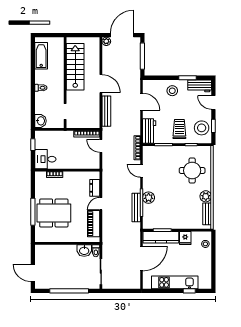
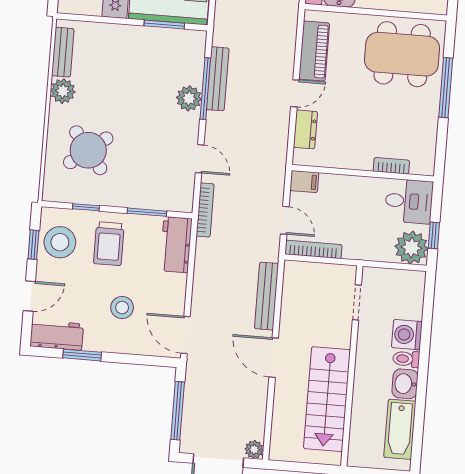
stool: (172, 91) -> (122, 307), moved
washing machine: (41, 99) -> (407, 335), added
door: (141, 102) -> (185, 335), moved
door: (213, 102) -> (29, 296), hinge flipped
washbasin: (41, 121) -> (405, 384), moved
plant: (43, 138) -> (411, 248), added
filing cabinet: (93, 164) -> (304, 182), added
round table: (192, 171) -> (88, 150), turned -38
dining table: (54, 213) -> (402, 54), moved

